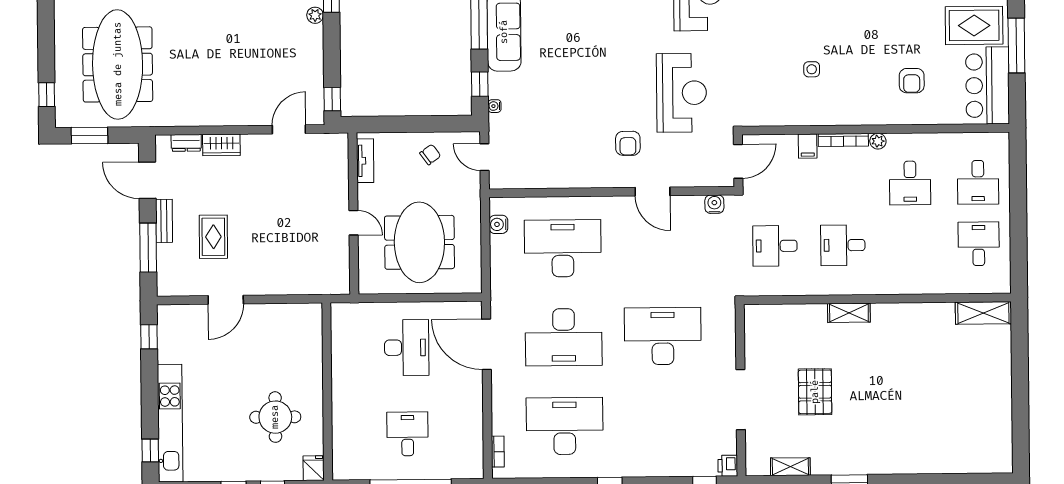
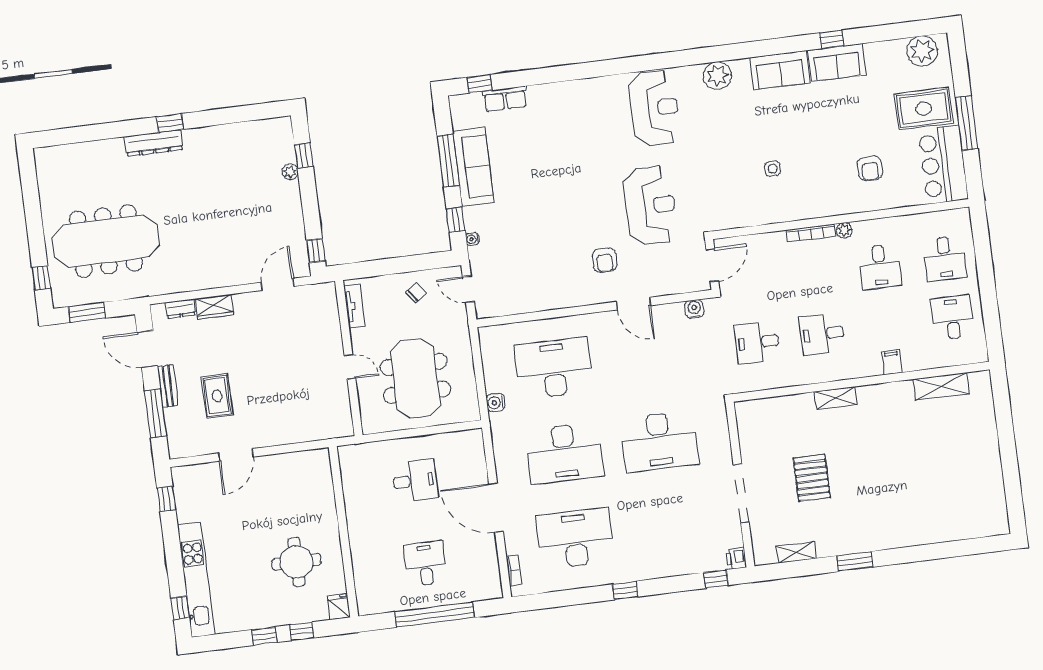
meeting table: (118, 64) -> (106, 241), turned 90
filing cabinet: (808, 146) -> (892, 362), moved, turned 180
water cooler: (498, 224) -> (496, 403), moved
shelving: (983, 313) -> (941, 386), moved
desk: (663, 336) -> (659, 441), turned 180
door: (486, 344) -> (496, 508), moved
desk: (407, 348) -> (415, 481), width x0.73

